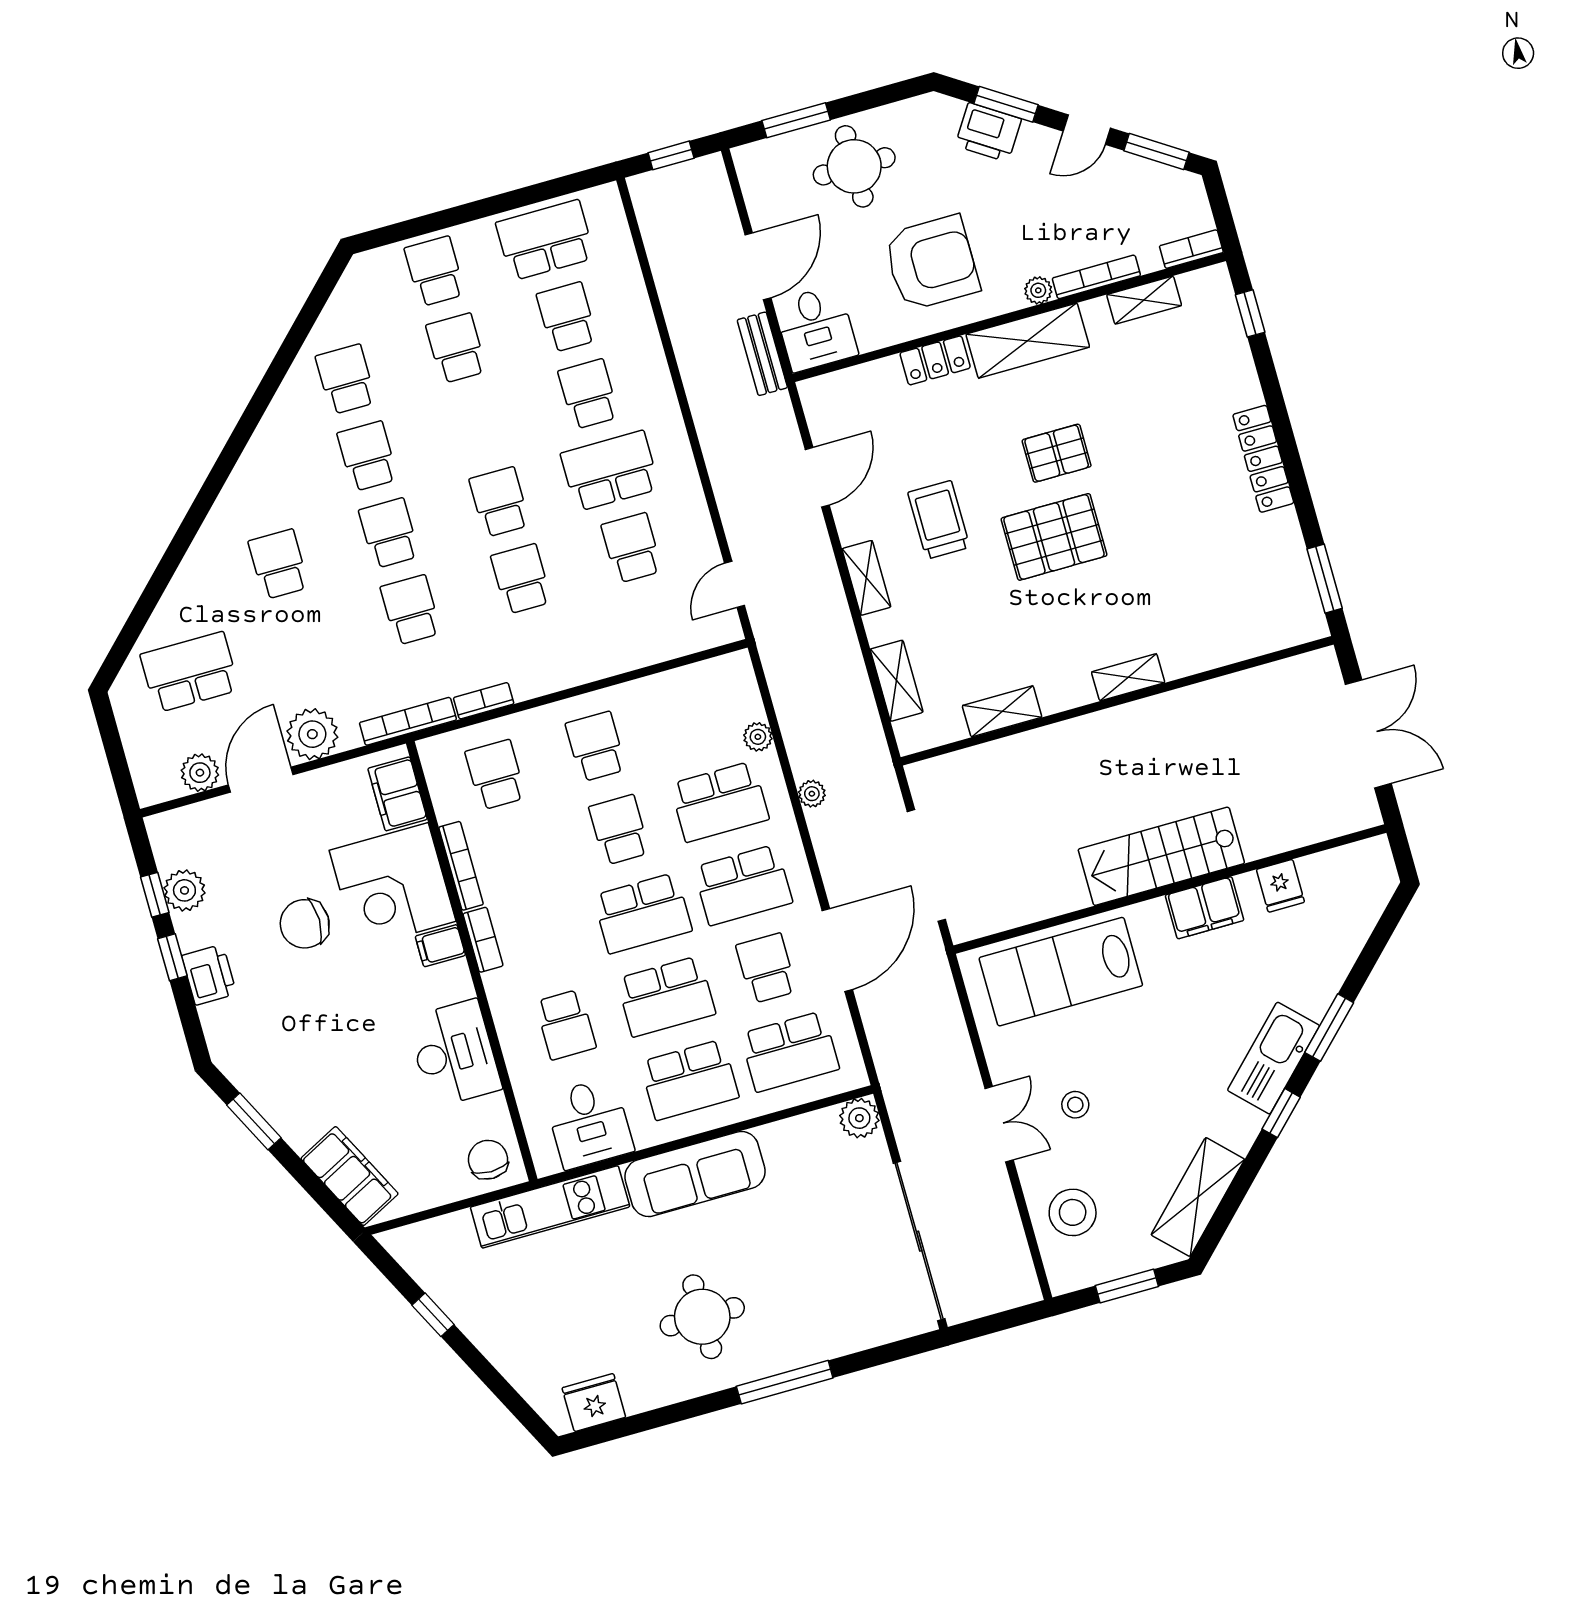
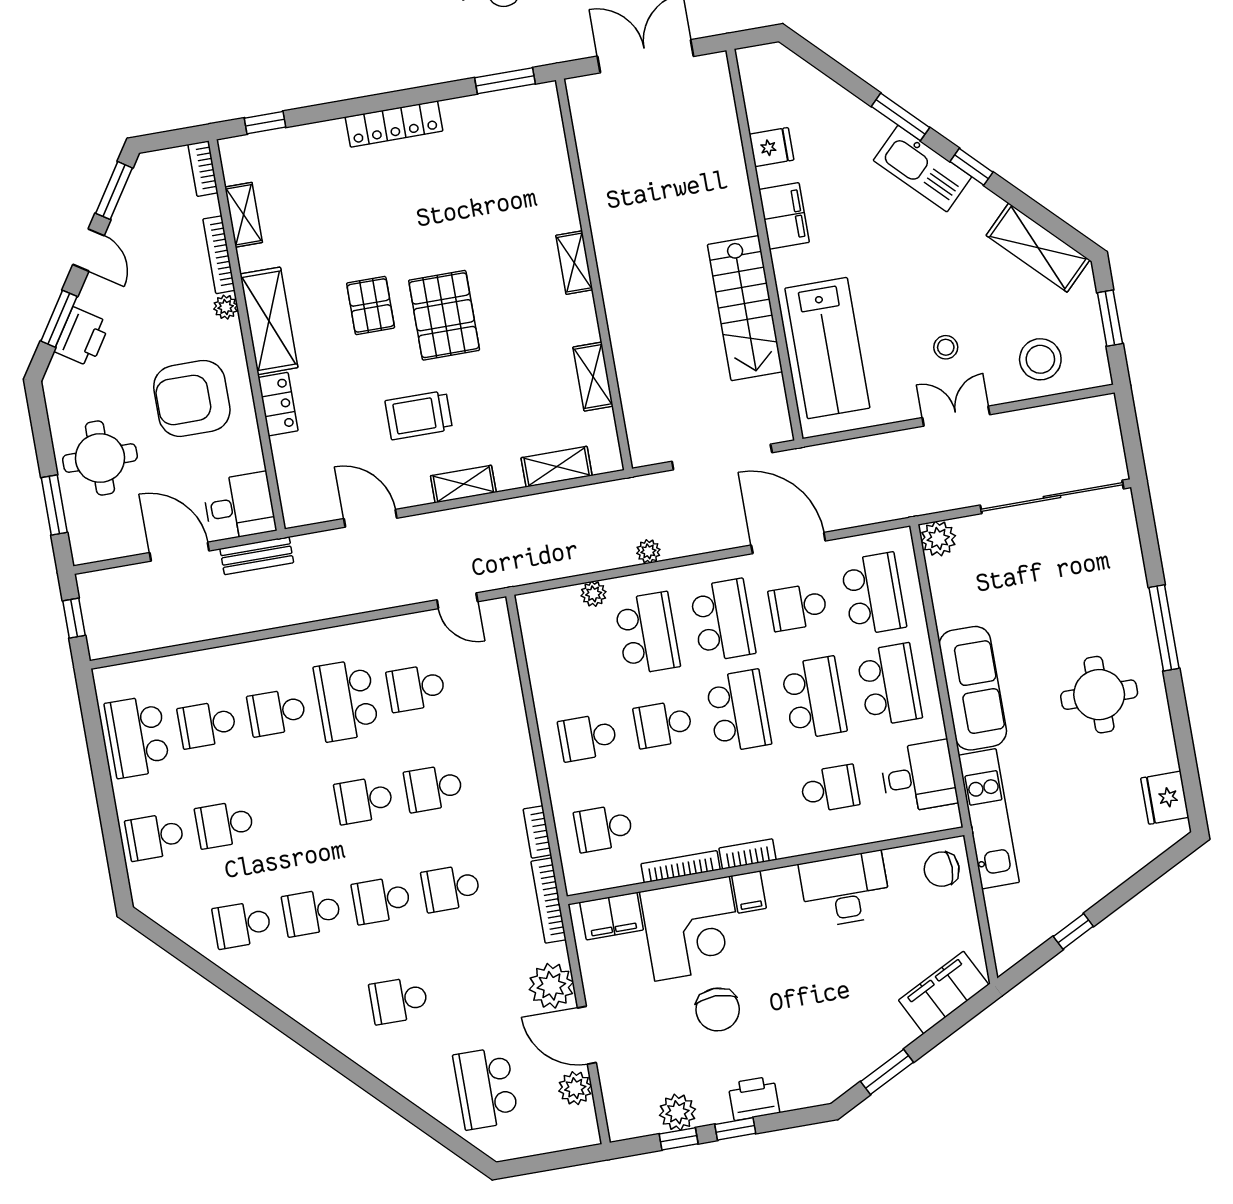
armchair: (932, 263) -> (192, 398), turned -90
stairs: (1161, 856) -> (745, 308), moved

